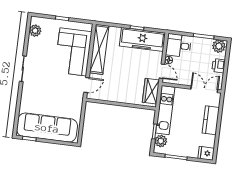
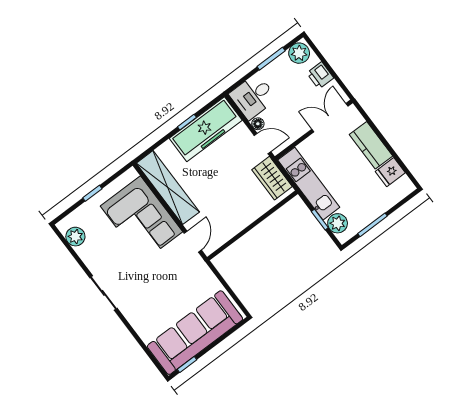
fridge: (206, 153) -> (390, 172), moved

